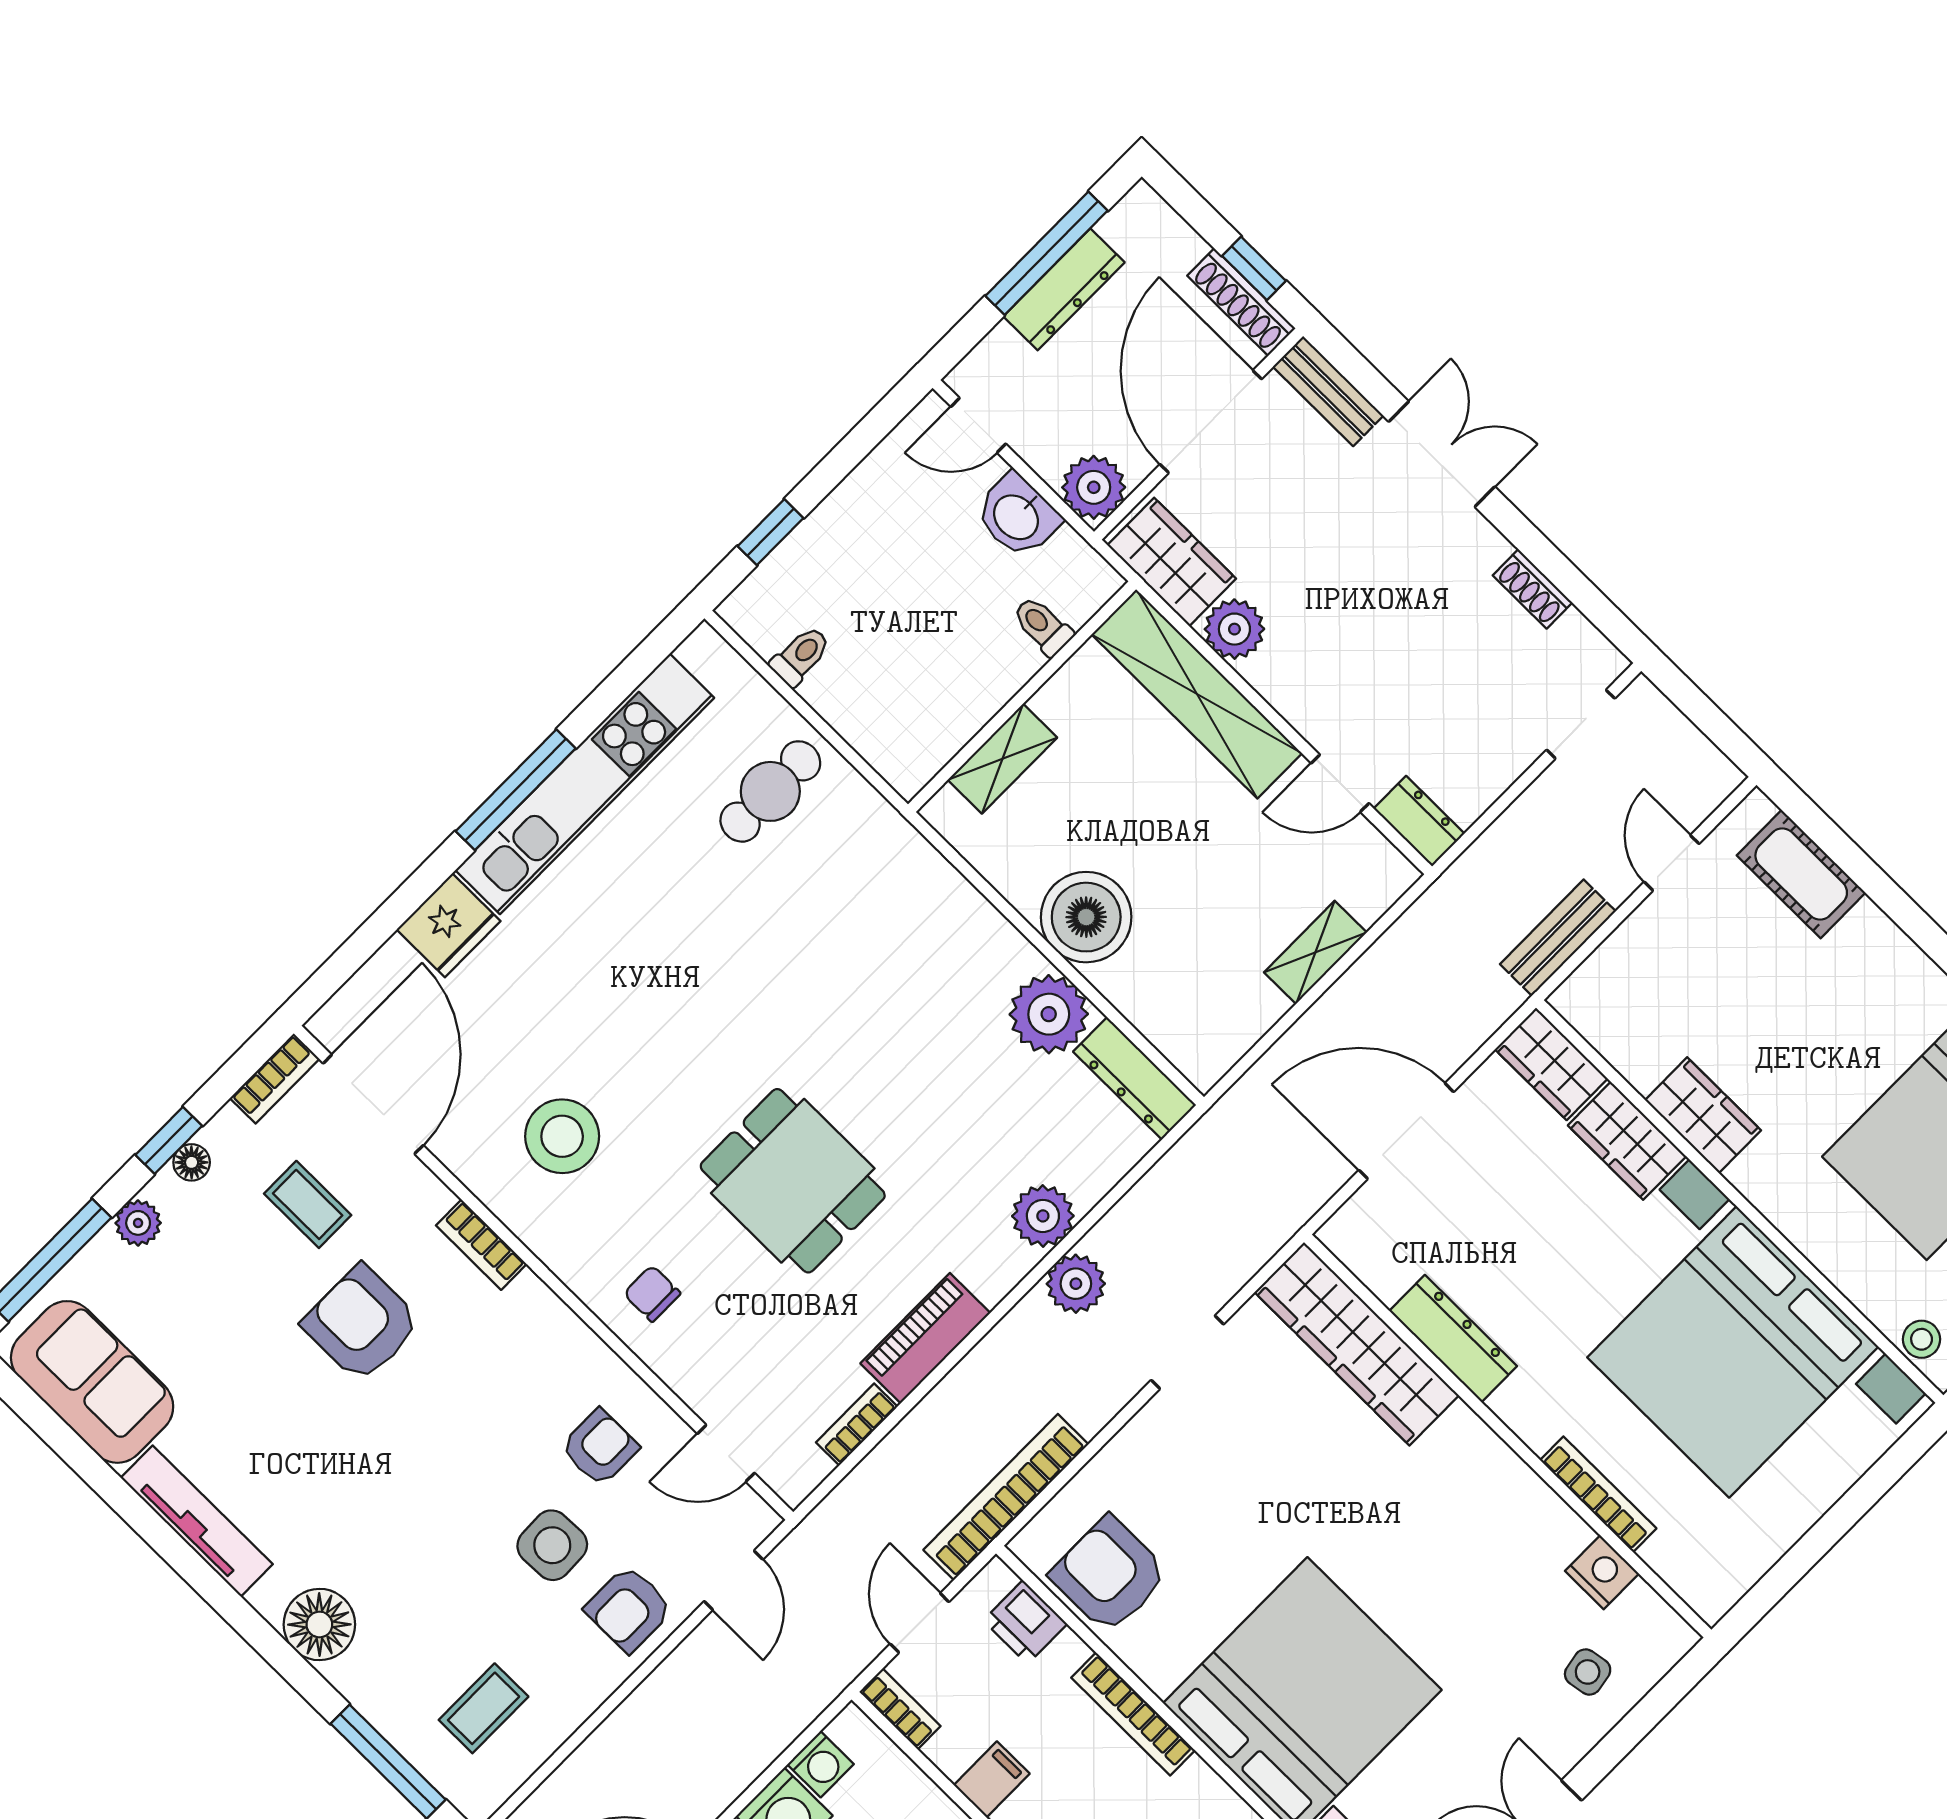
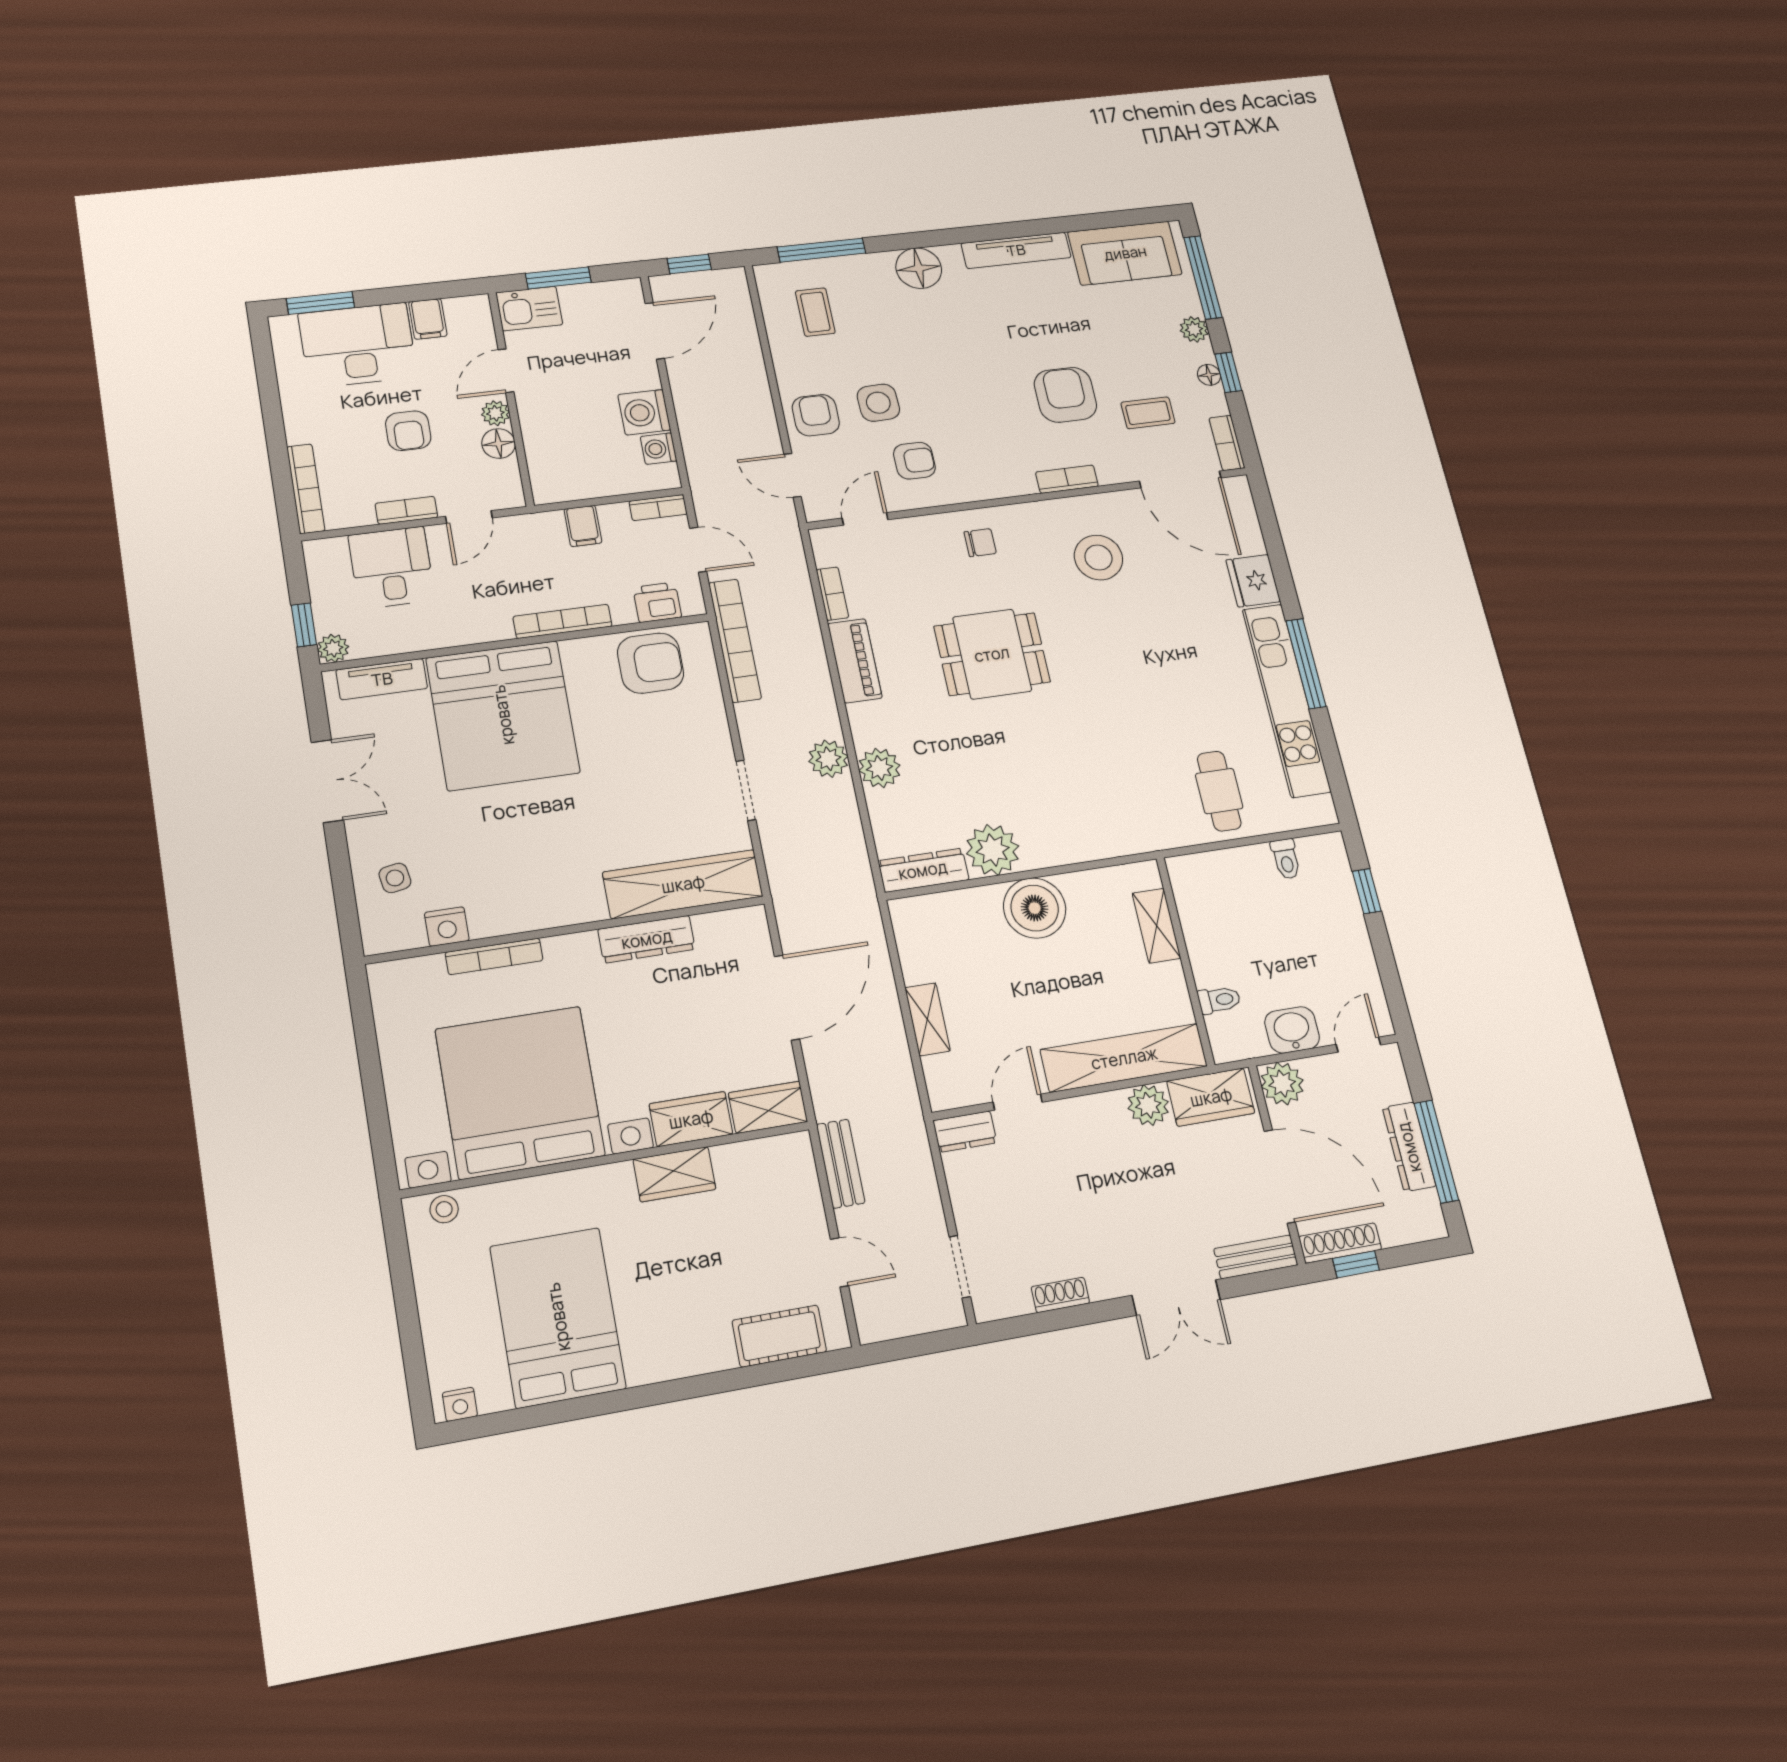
armchair: (362, 1324) -> (1065, 395), turned -90
armchair: (600, 1447) -> (914, 461), turned -90

